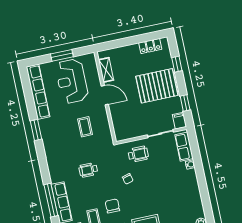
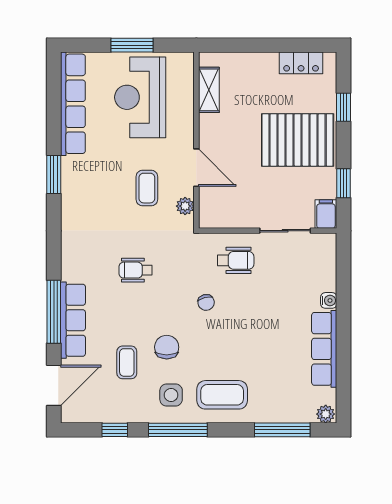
door: (105, 95) -> (196, 168), moved
plant: (107, 132) -> (185, 206), added
row of seats: (184, 147) -> (324, 349), moved, width x1.48

